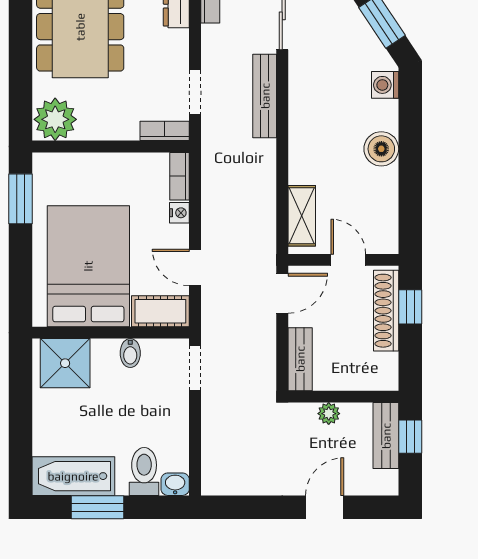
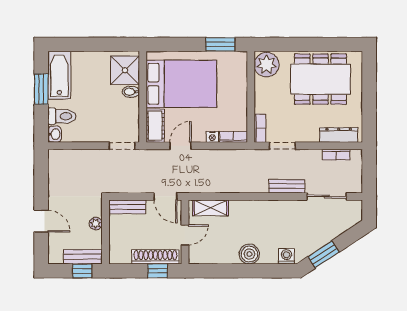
bench: (265, 96) -> (287, 186), width x0.73
bidet: (130, 353) -> (131, 92), moved

